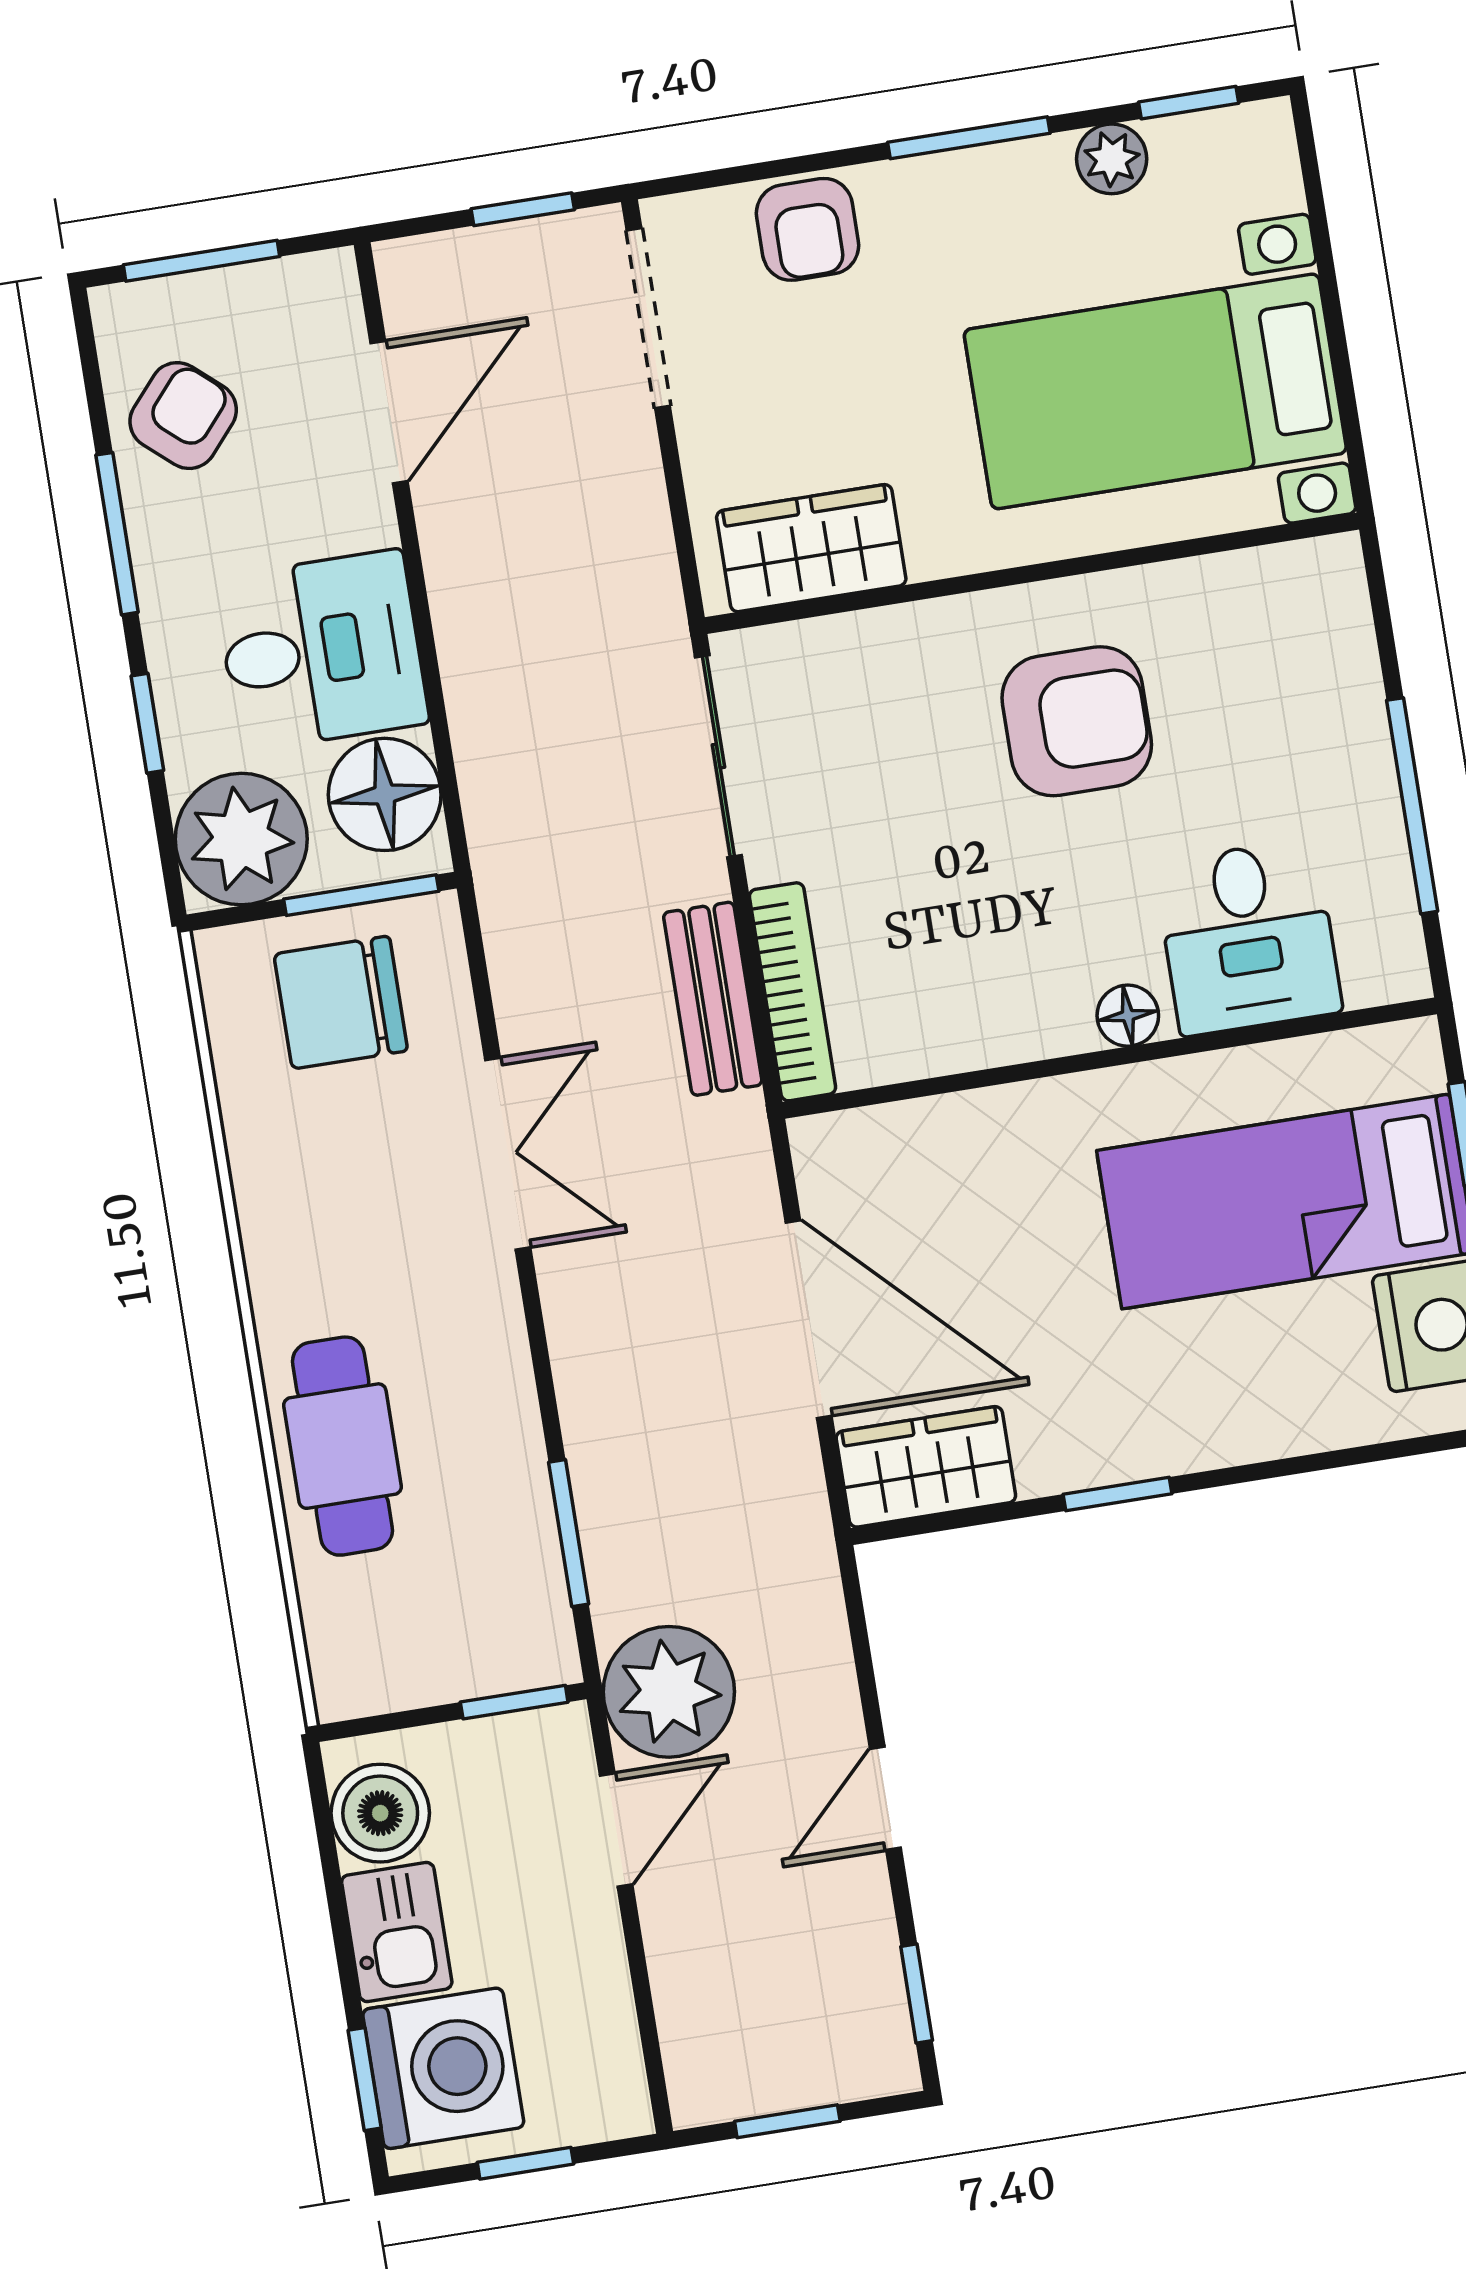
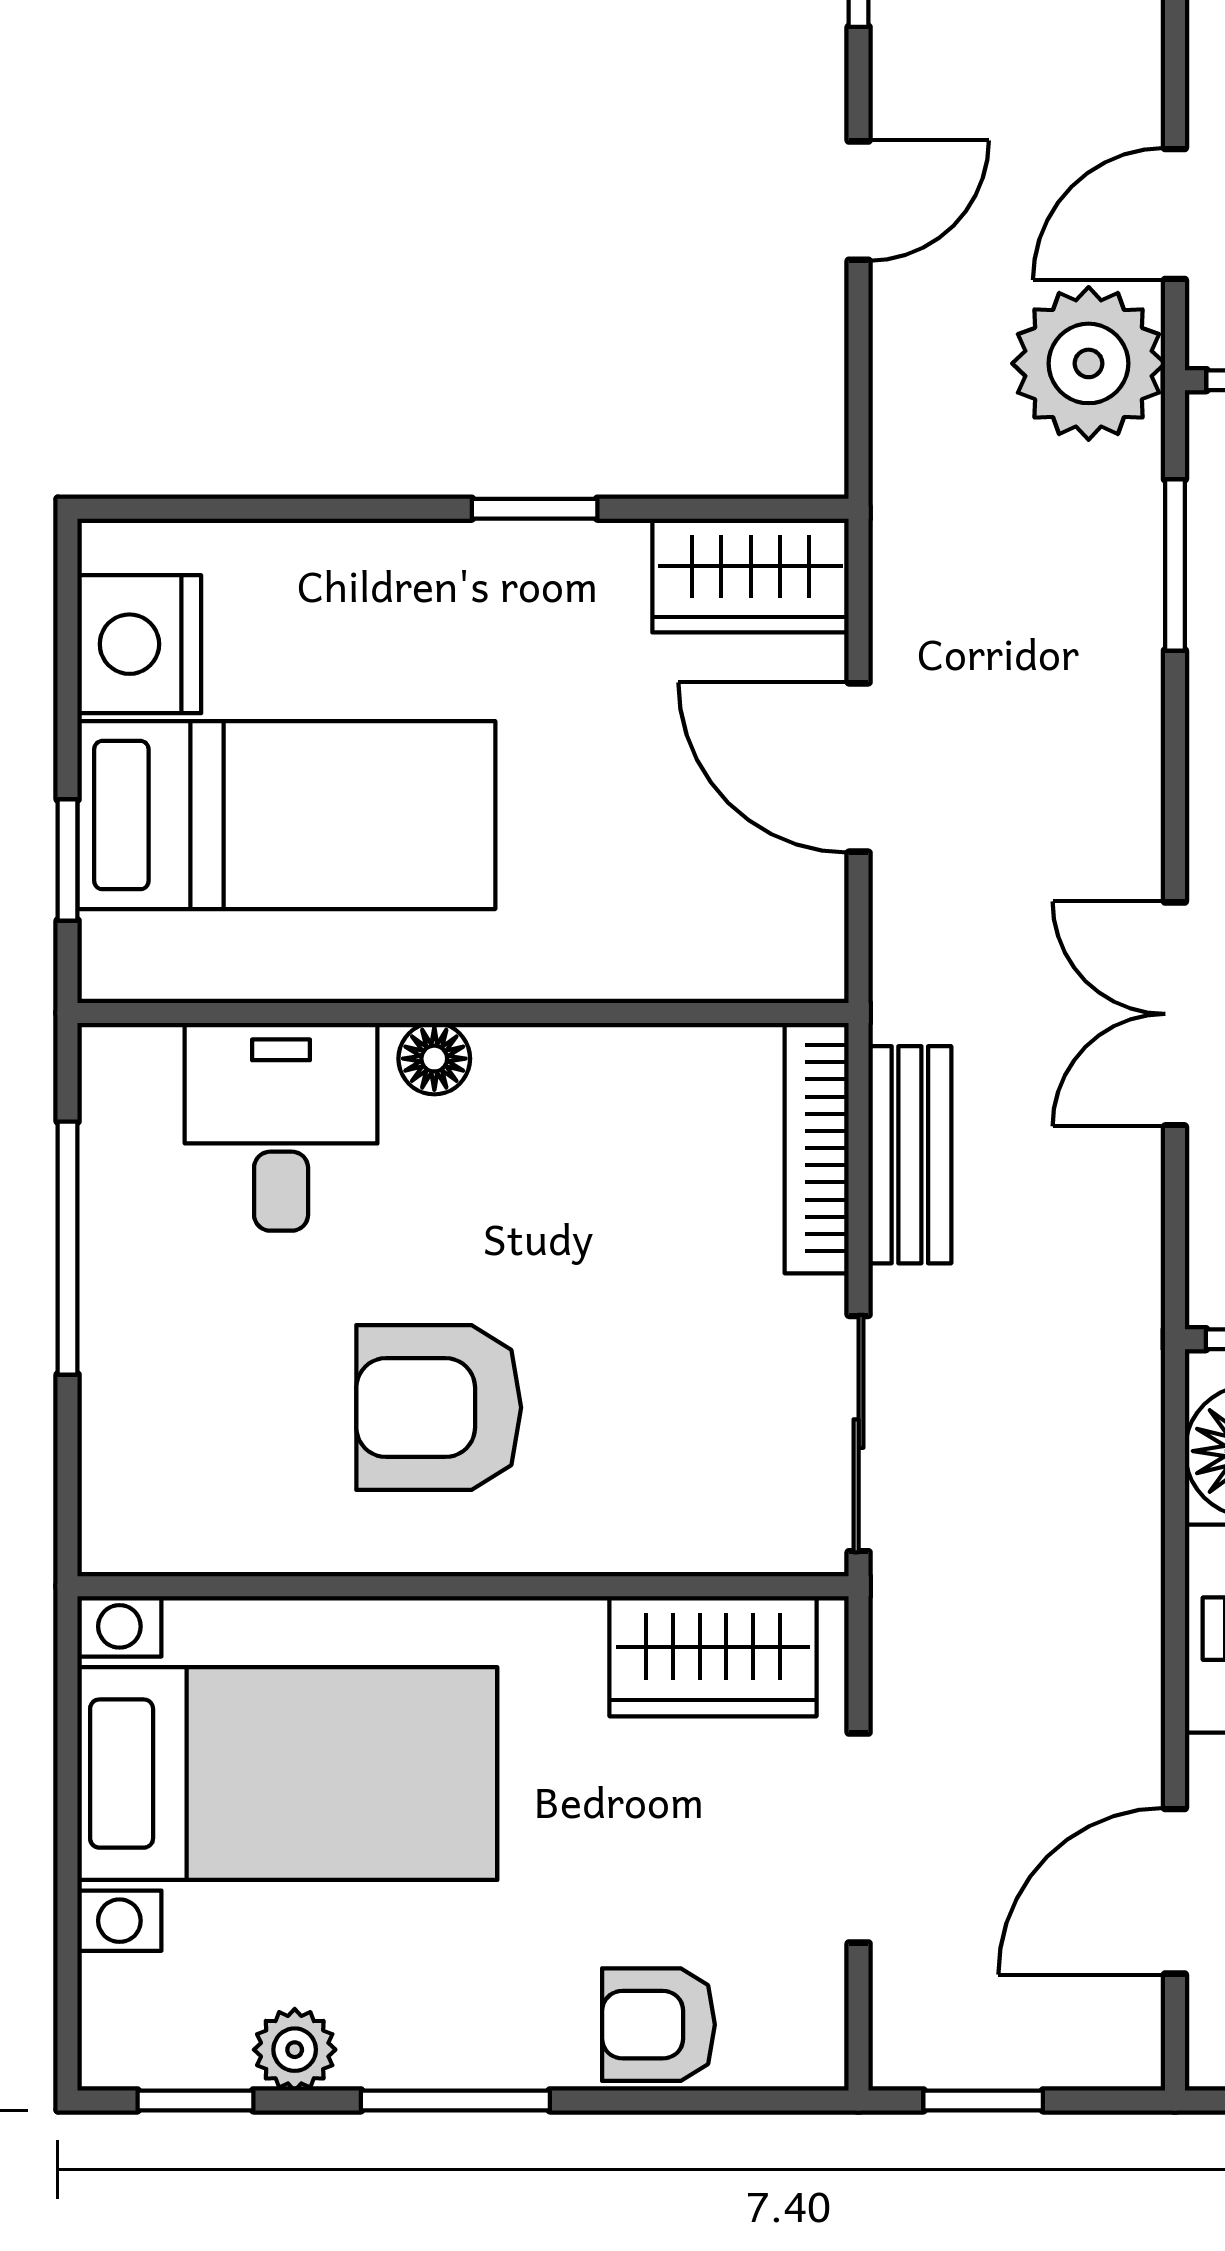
armchair: (808, 229) -> (658, 2025), turned -90
doorway: (648, 318) -> (859, 1838), moved
door: (809, 1319) -> (859, 768), width x0.73

